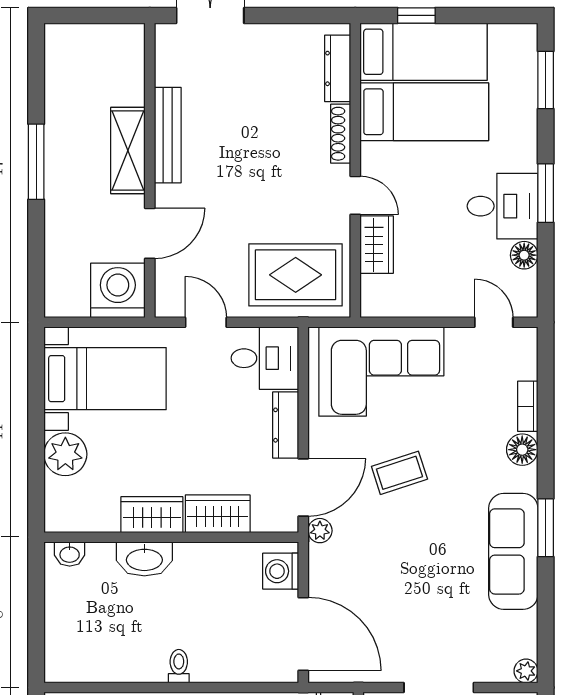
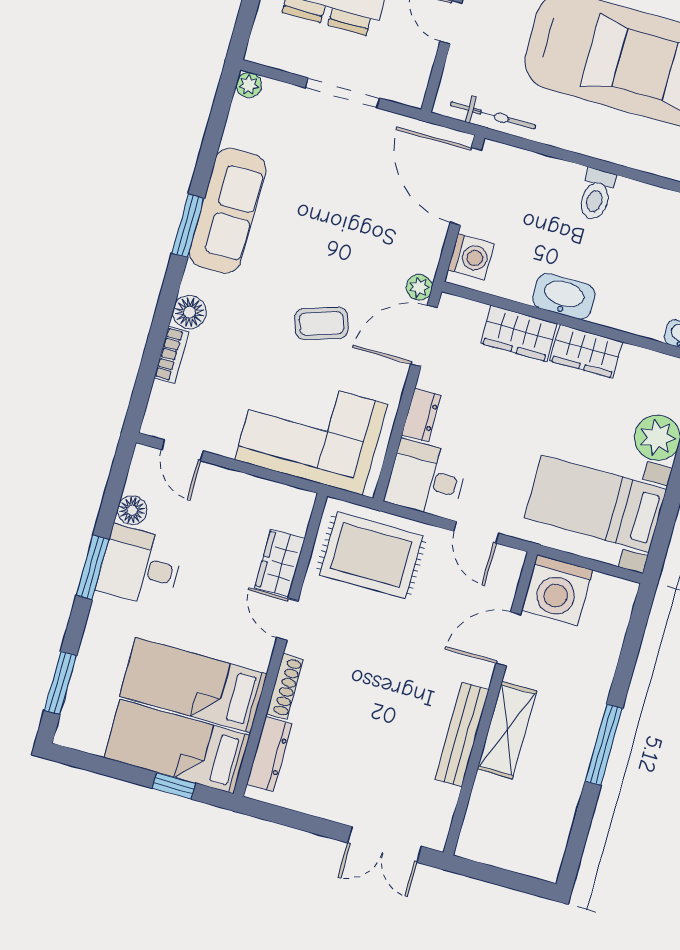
dresser: (286, 425) -> (421, 415), width x0.70
washbasin: (144, 559) -> (564, 296), moved
toilet: (179, 666) -> (596, 194), width x1.37, depth x1.39

